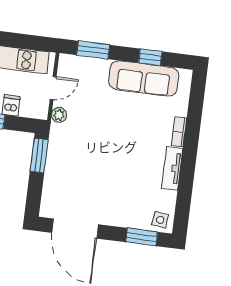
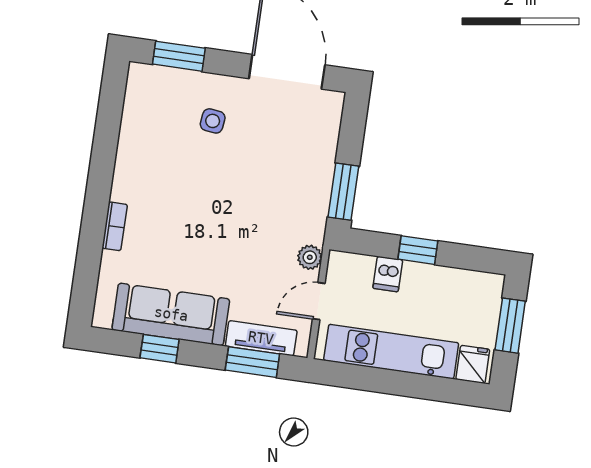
tv unit: (172, 168) -> (261, 338), moved, turned -90
side table: (160, 220) -> (213, 121), moved

